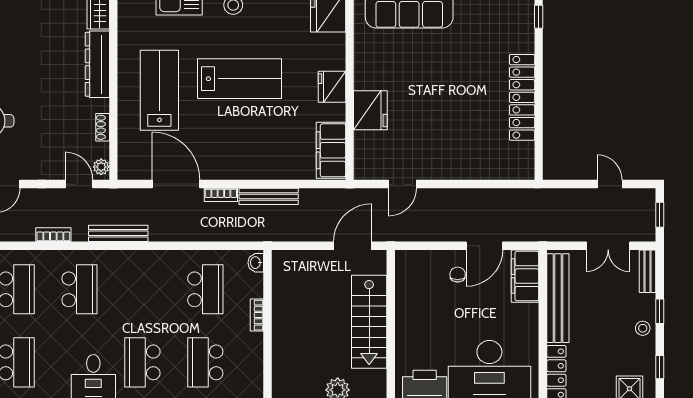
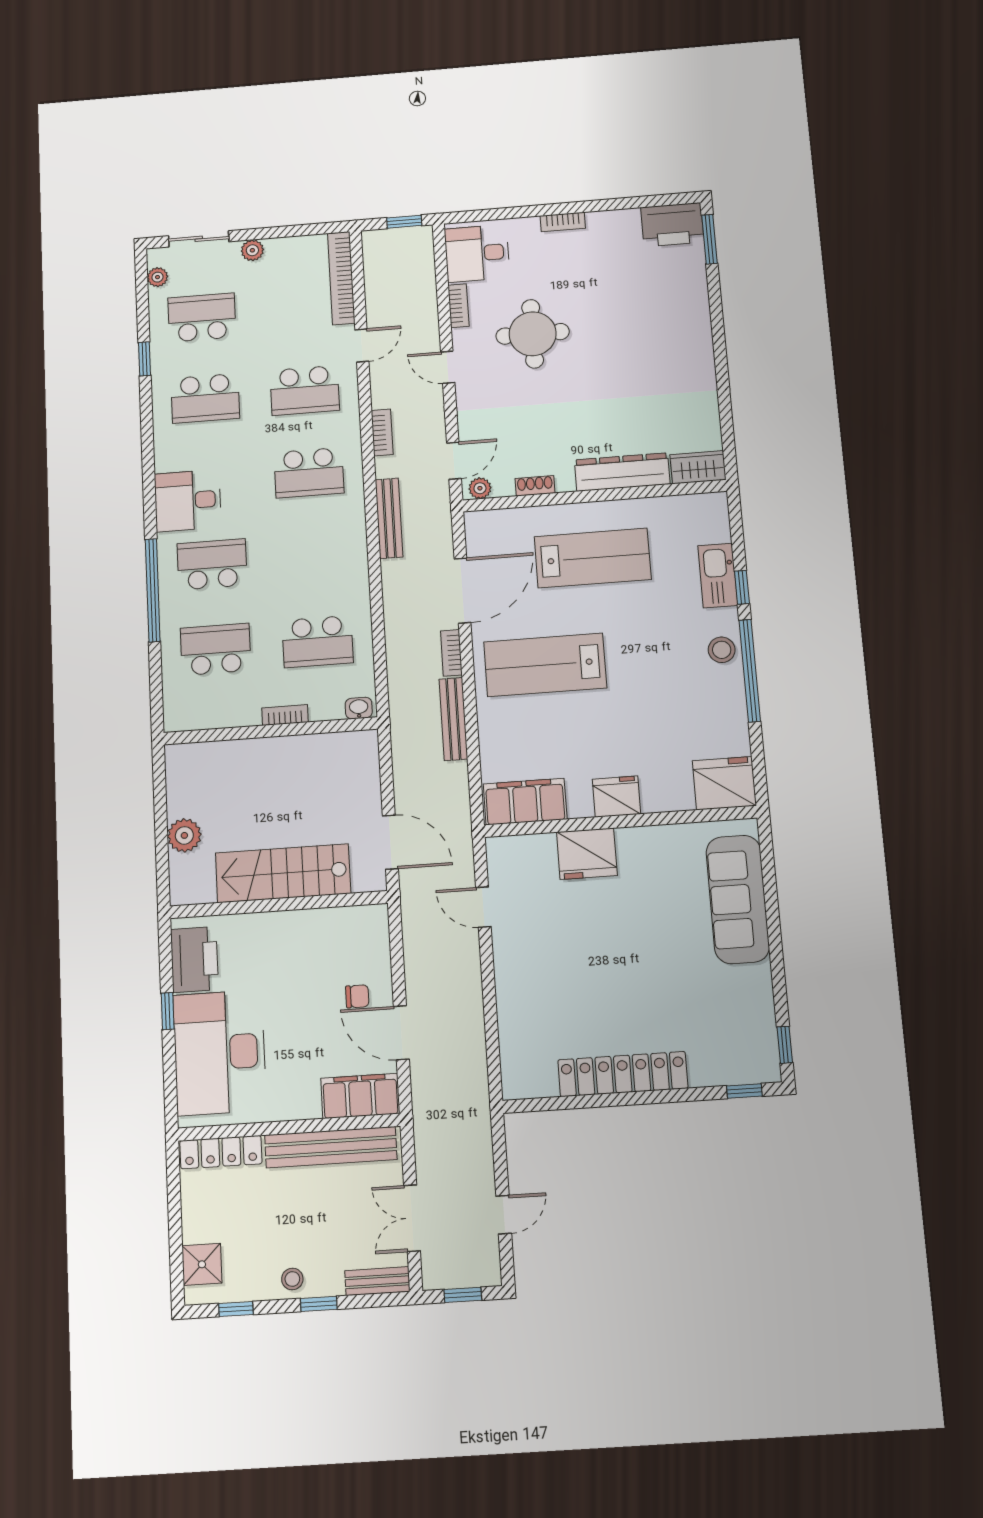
lab bench: (239, 79) -> (545, 665), moved, turned 90

